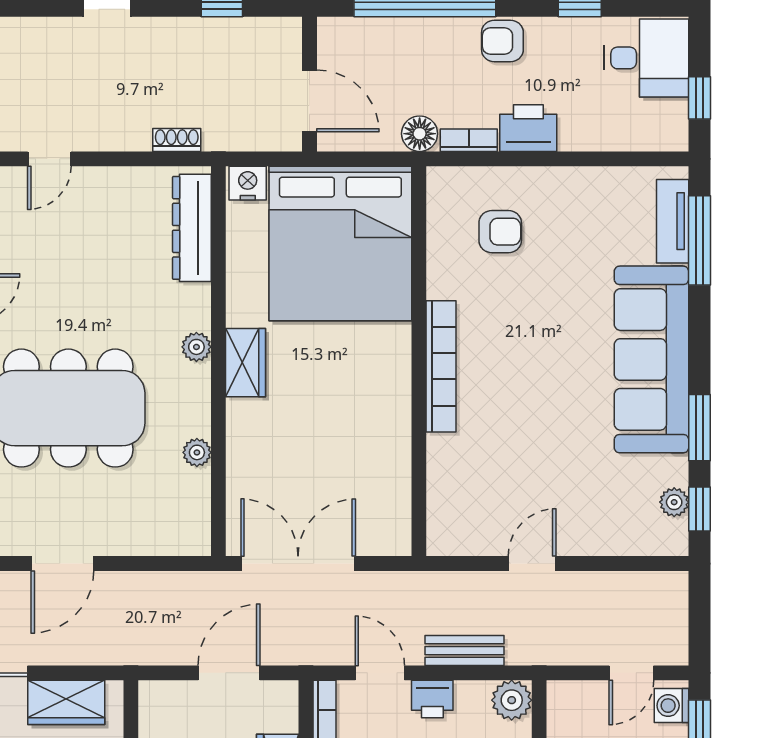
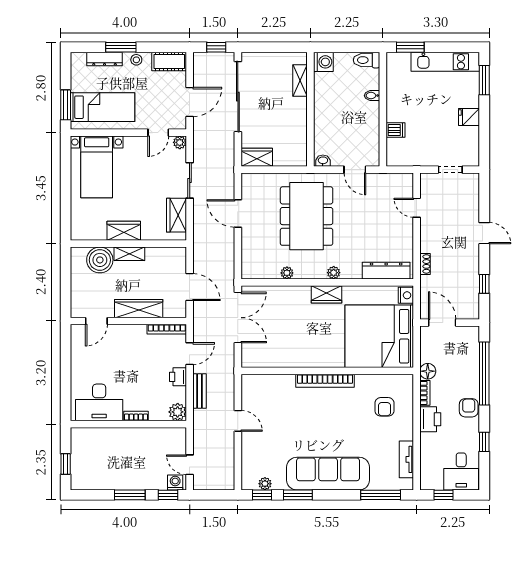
door: (309, 101) -> (442, 323), swing flipped
tv unit: (673, 221) -> (406, 459), moved, turned -90

